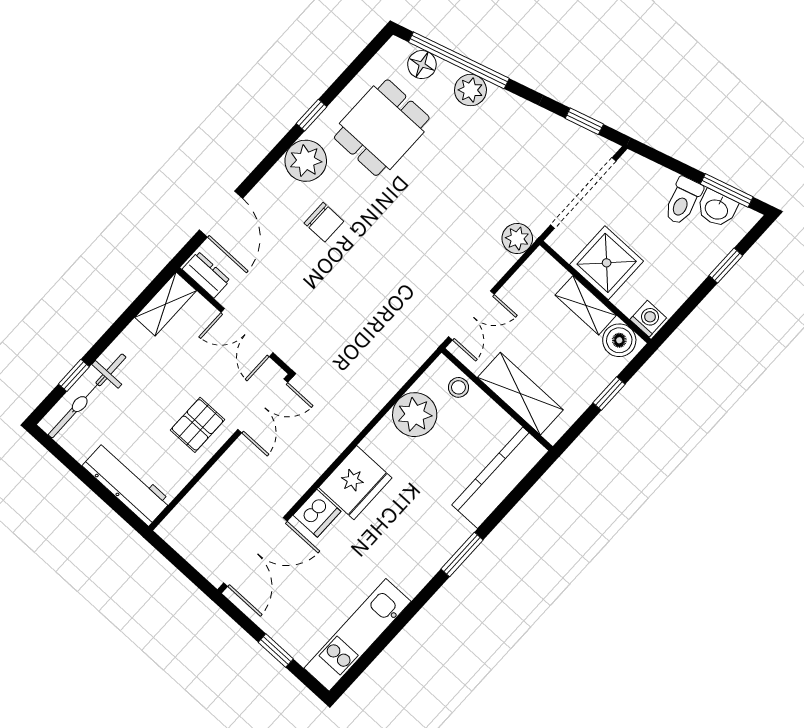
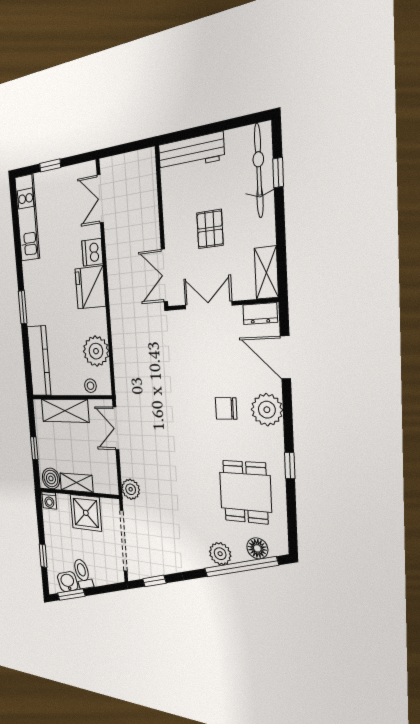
plant: (306, 161) -> (267, 410), moved
pallet: (197, 425) -> (210, 229), moved
double door: (255, 552) -> (100, 199), width x0.73

